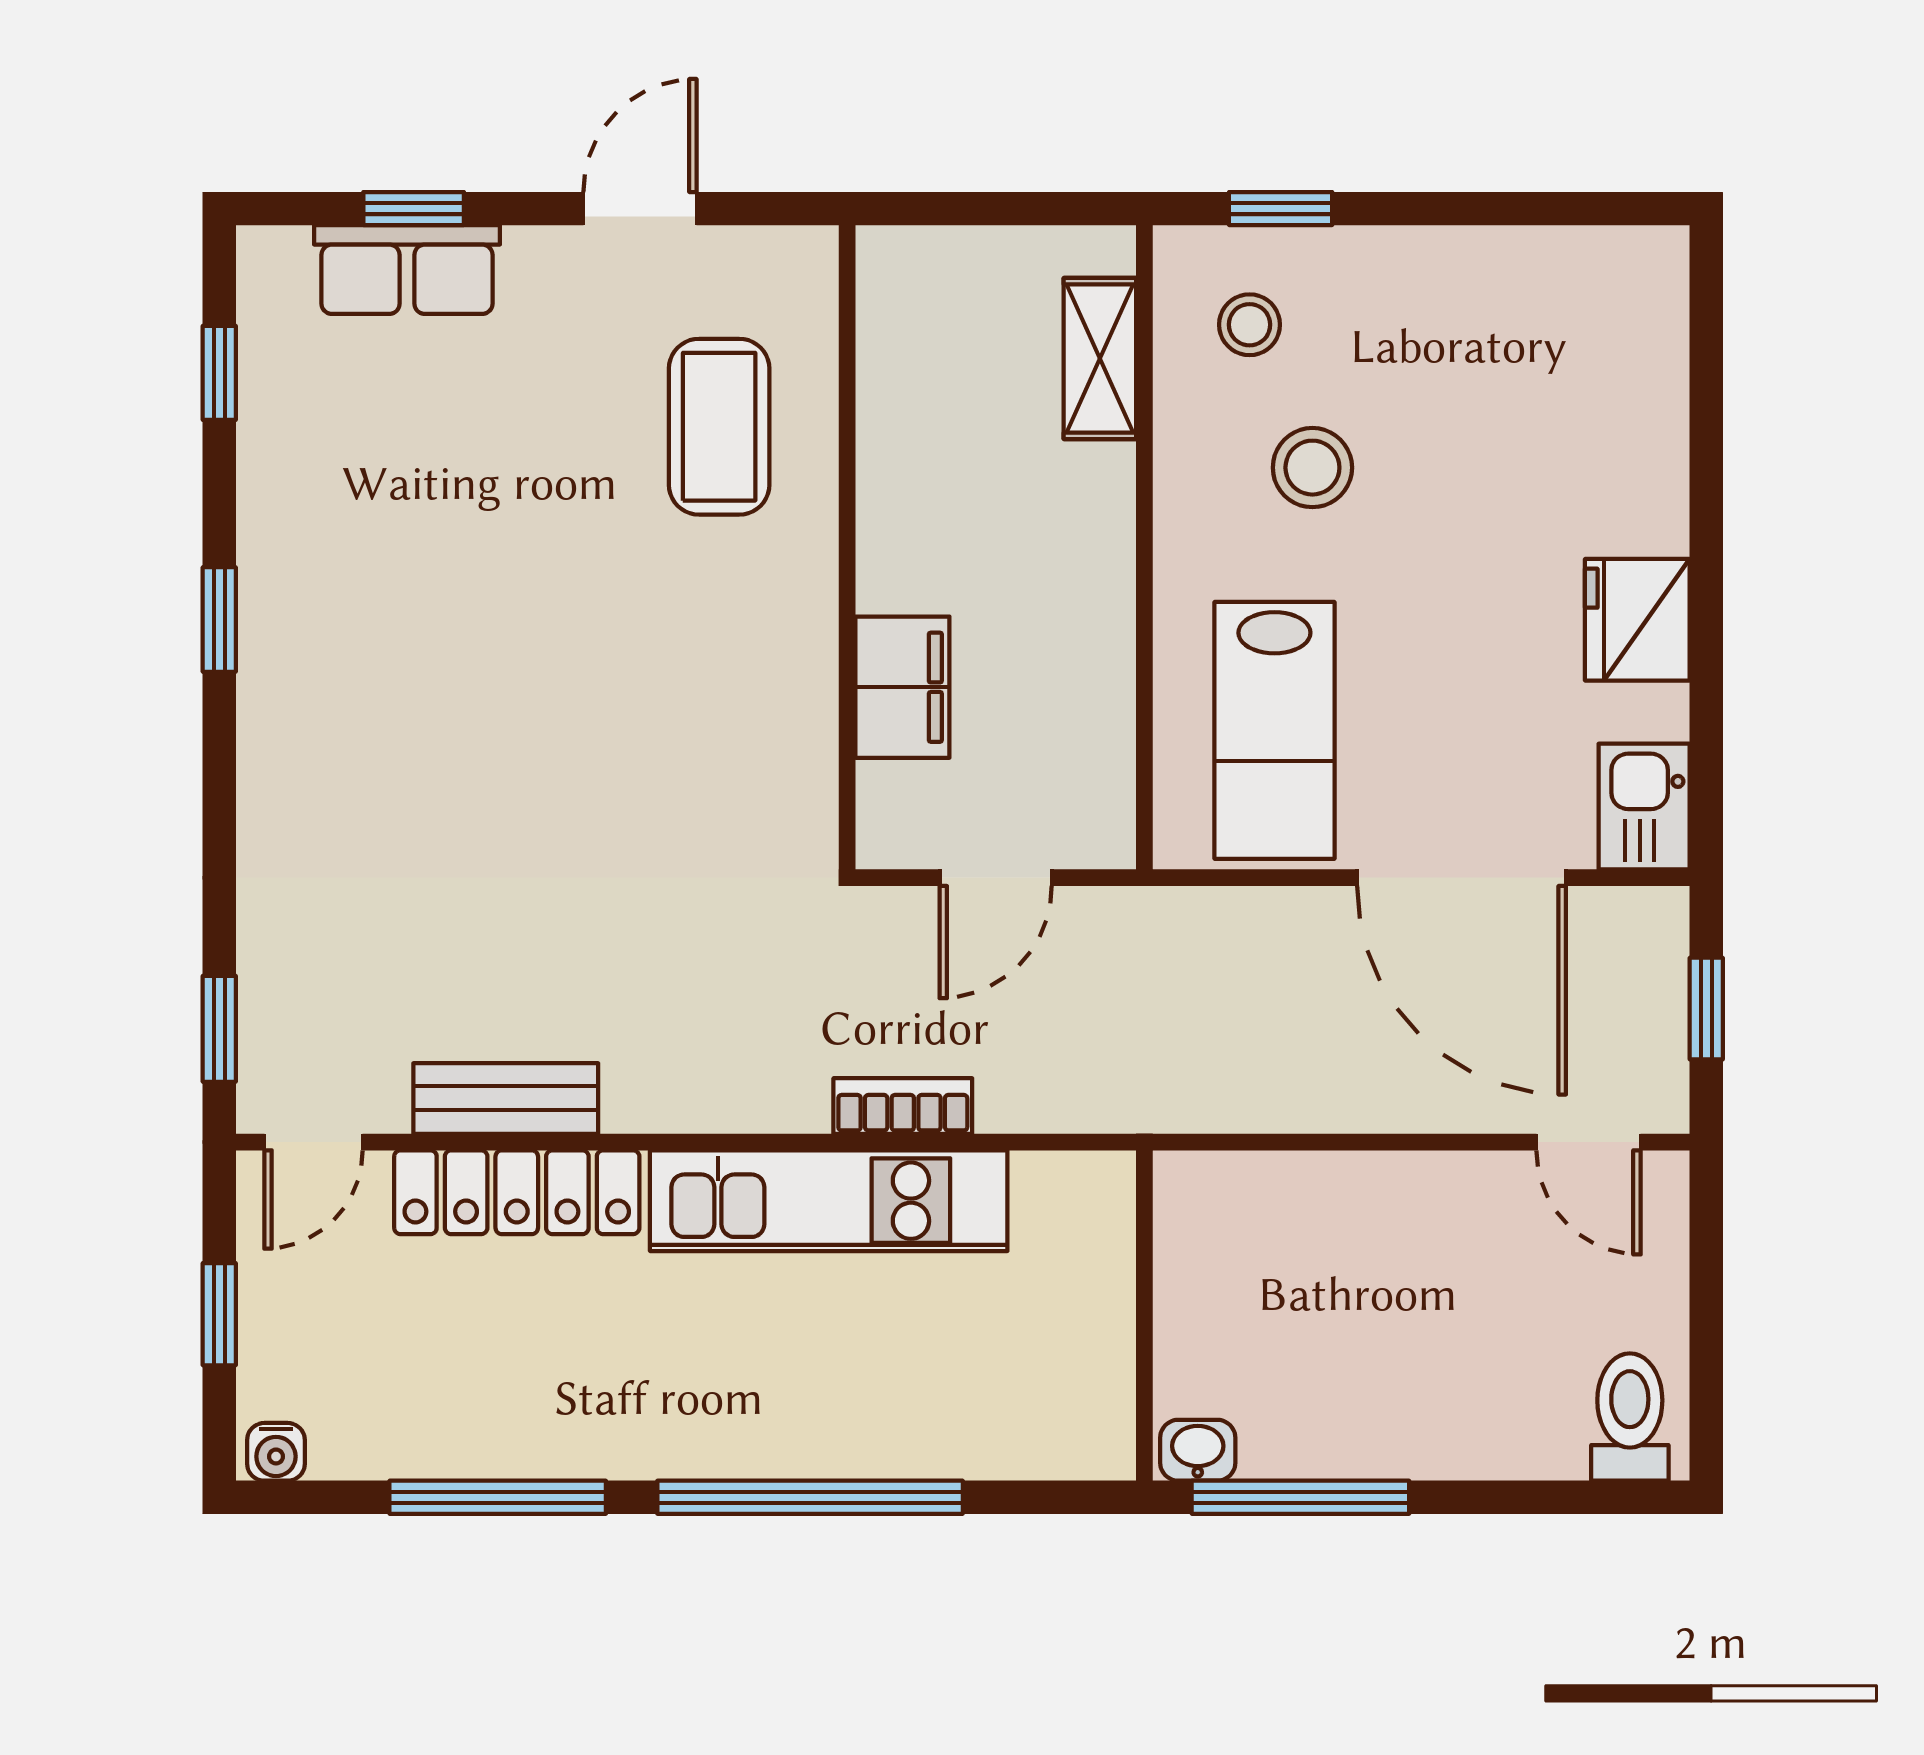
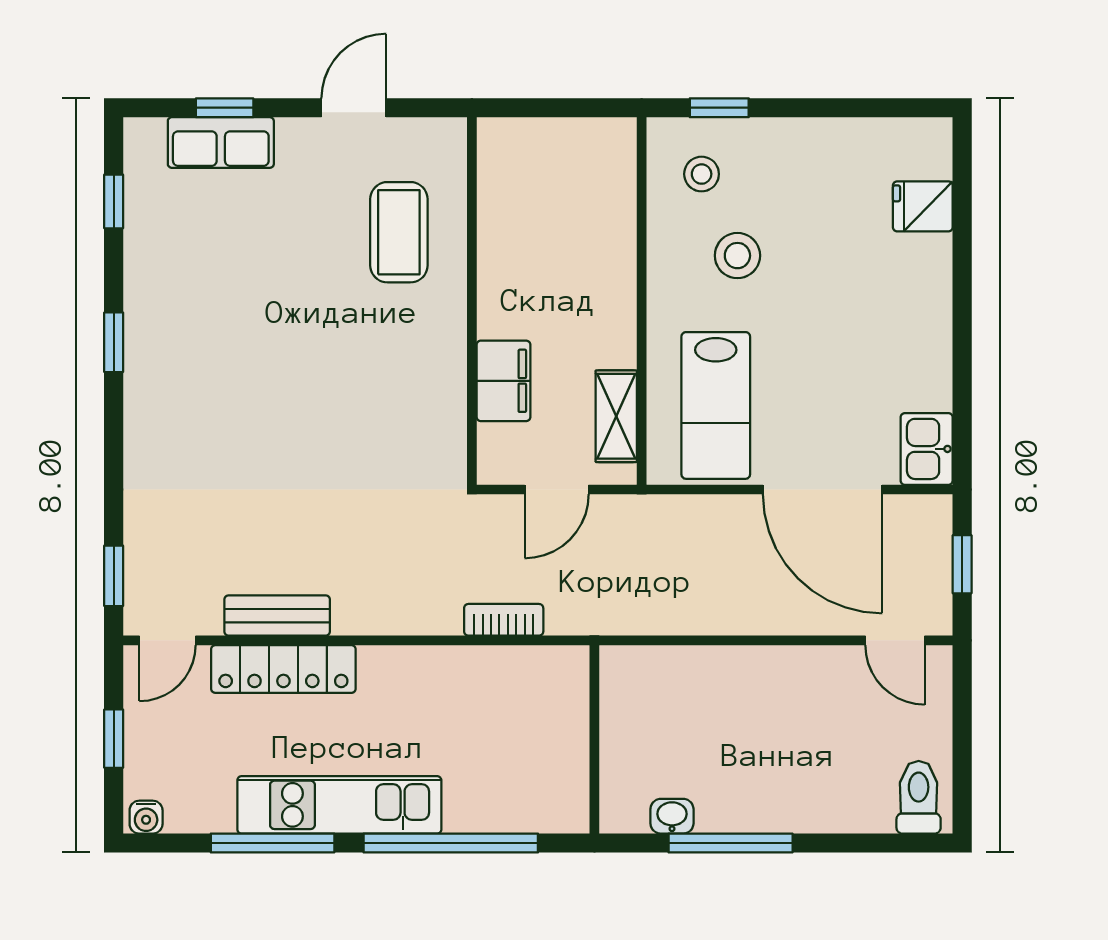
shelving: (1100, 359) -> (616, 416), moved
fridge: (1637, 620) -> (923, 206), moved, width x0.72
kitchen unit: (829, 1201) -> (339, 805), moved, turned 180
wall: (1144, 1316) -> (594, 739), moved

